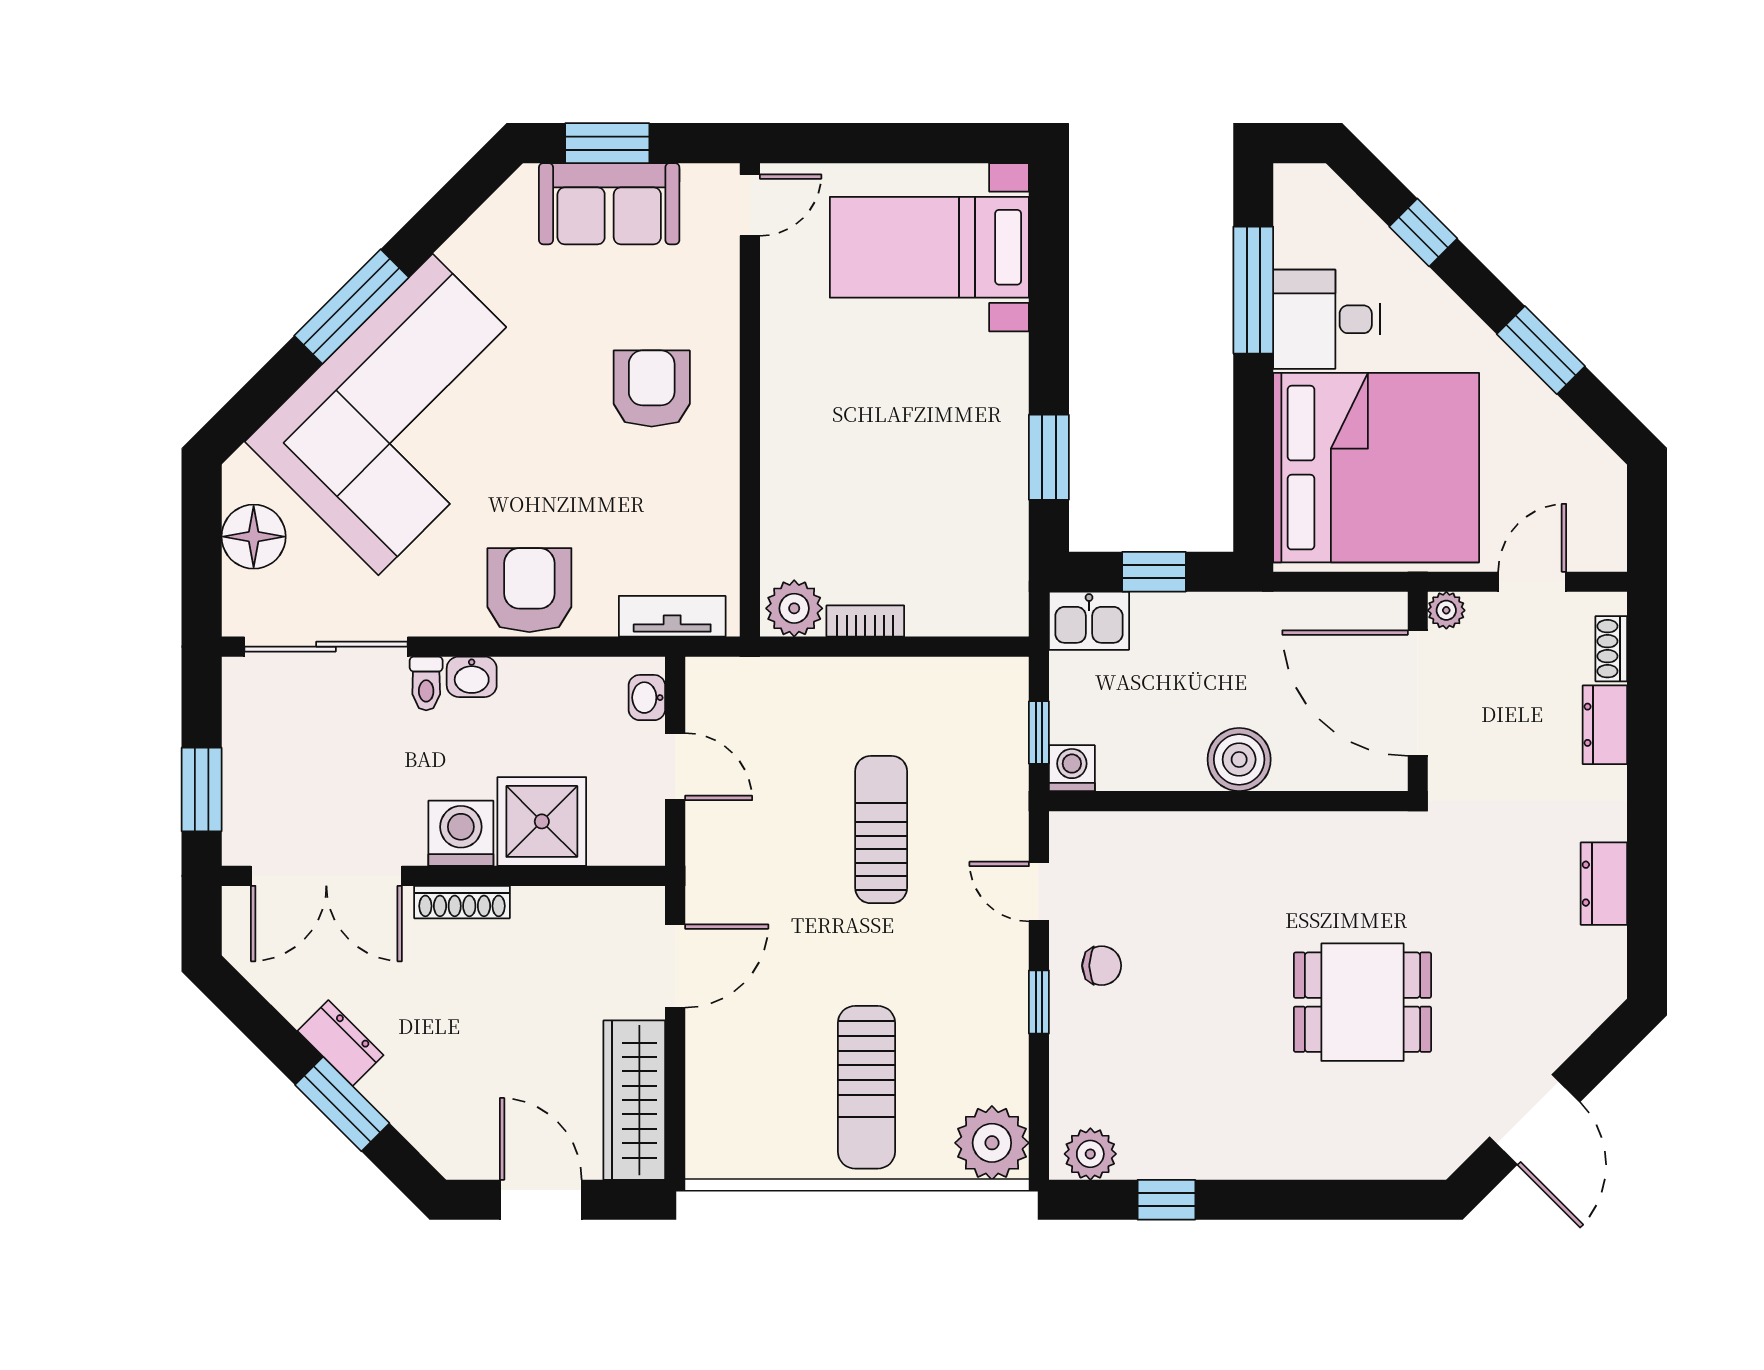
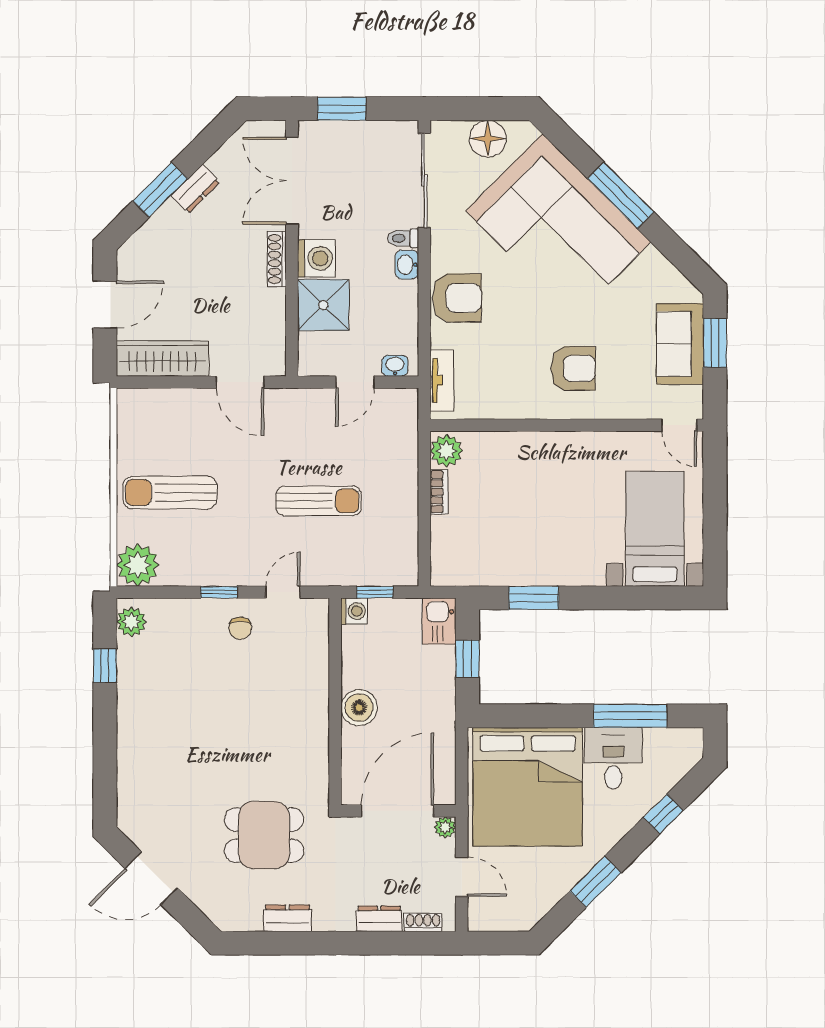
dining table: (1362, 1002) -> (264, 835), moved, turned 90

